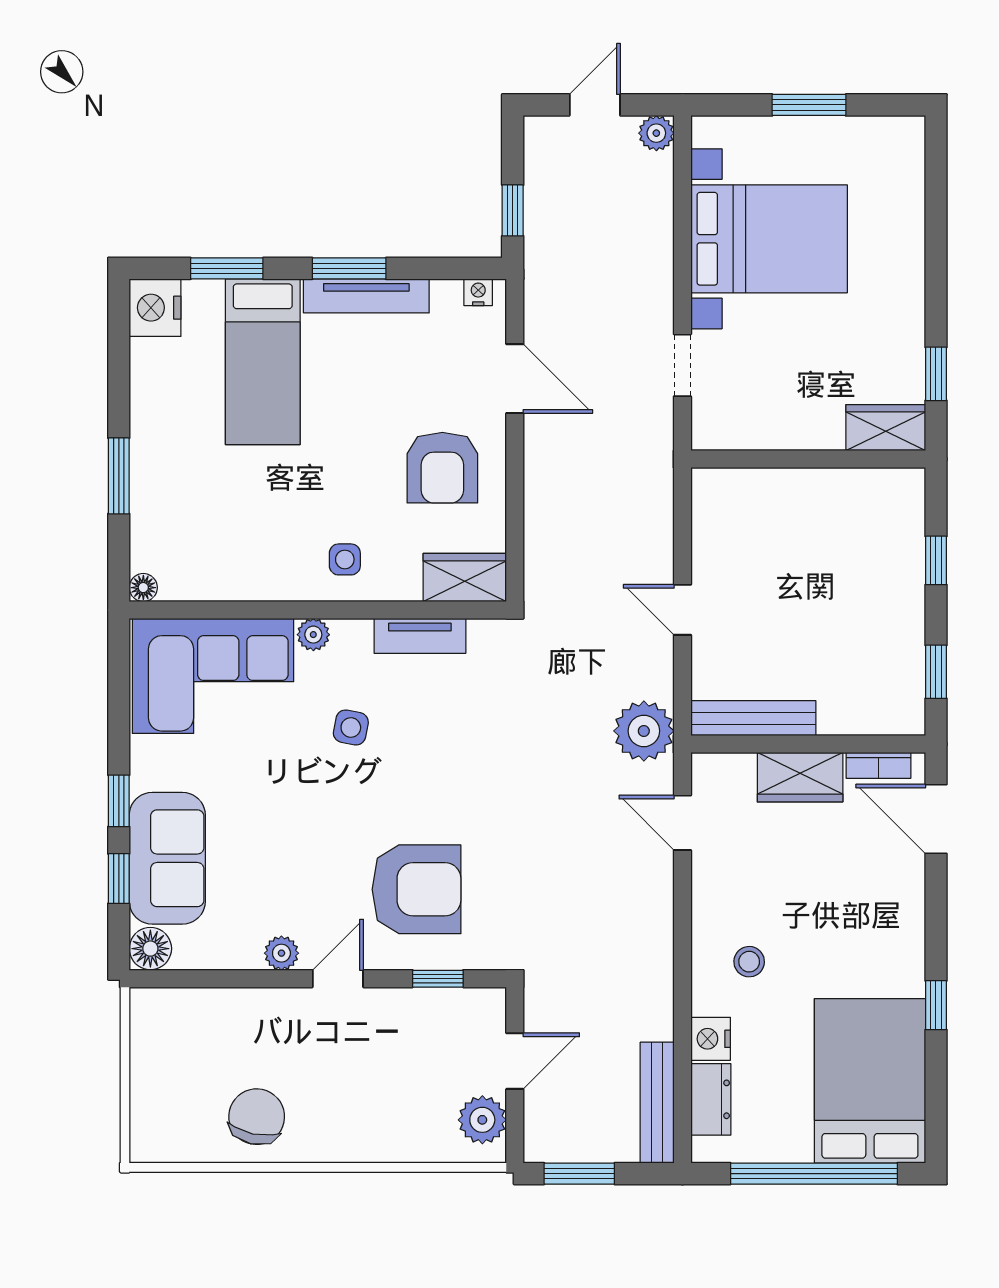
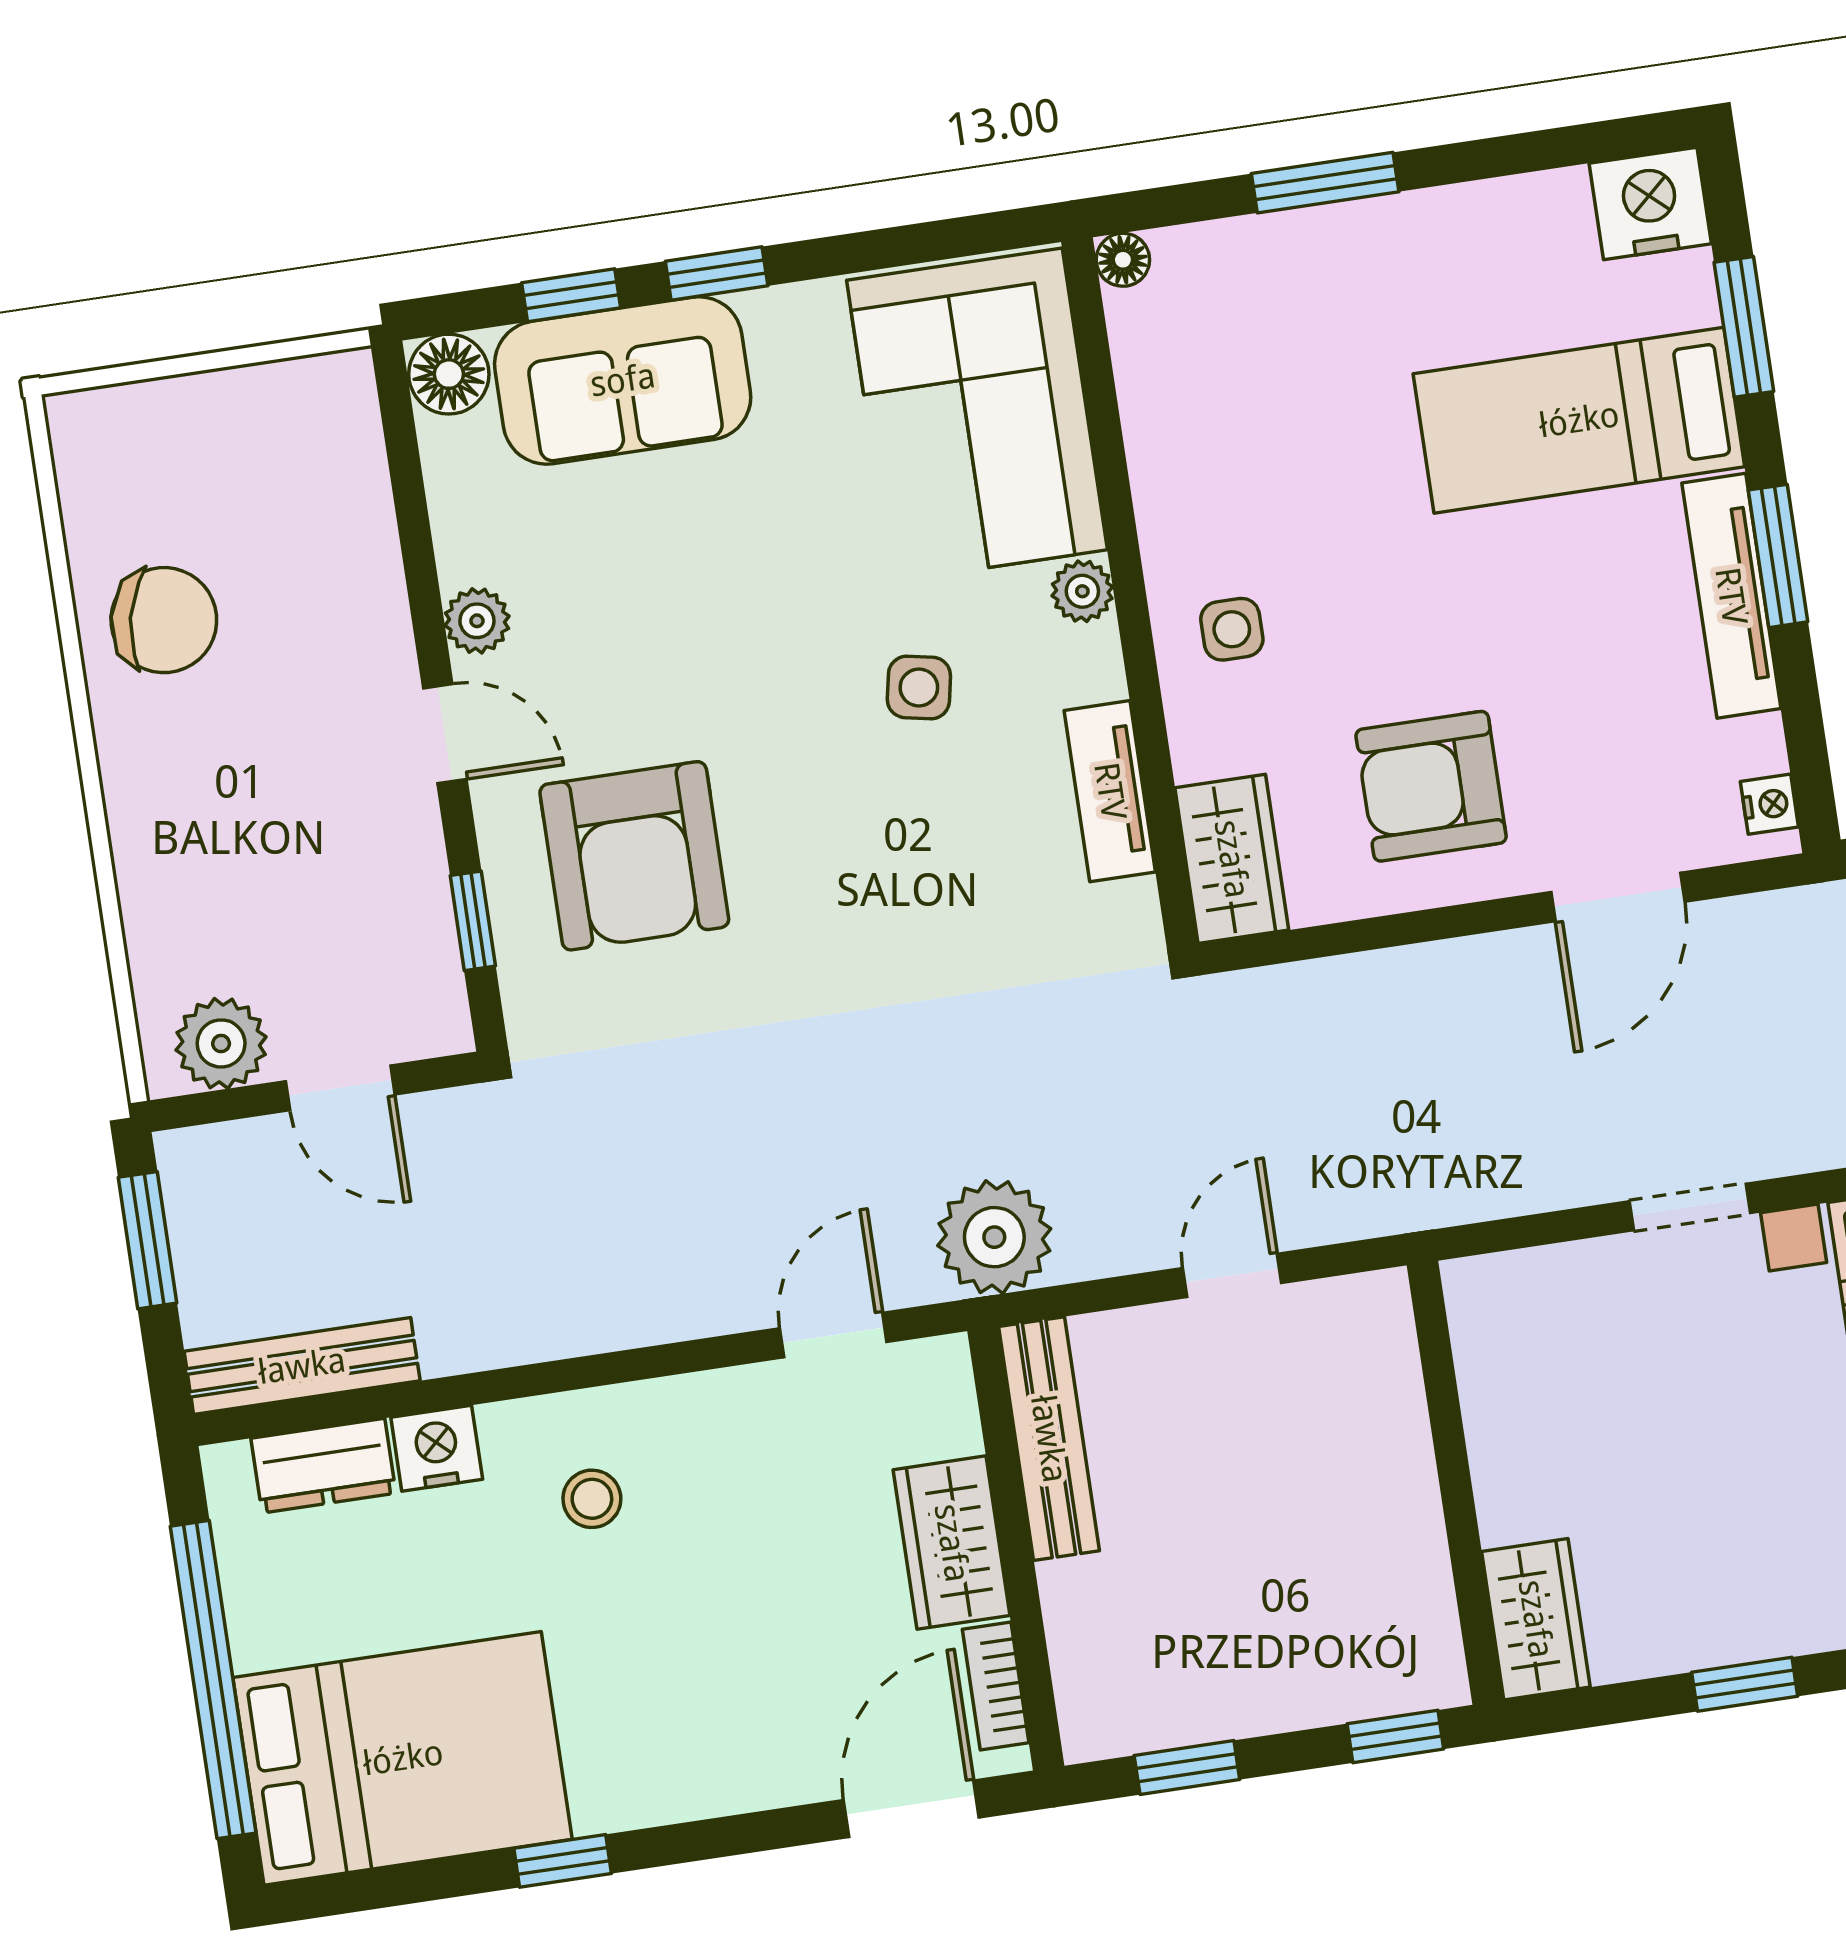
wardrobe: (886, 428) -> (1536, 1619), moved
wall: (808, 459) -> (1455, 1483), moved

